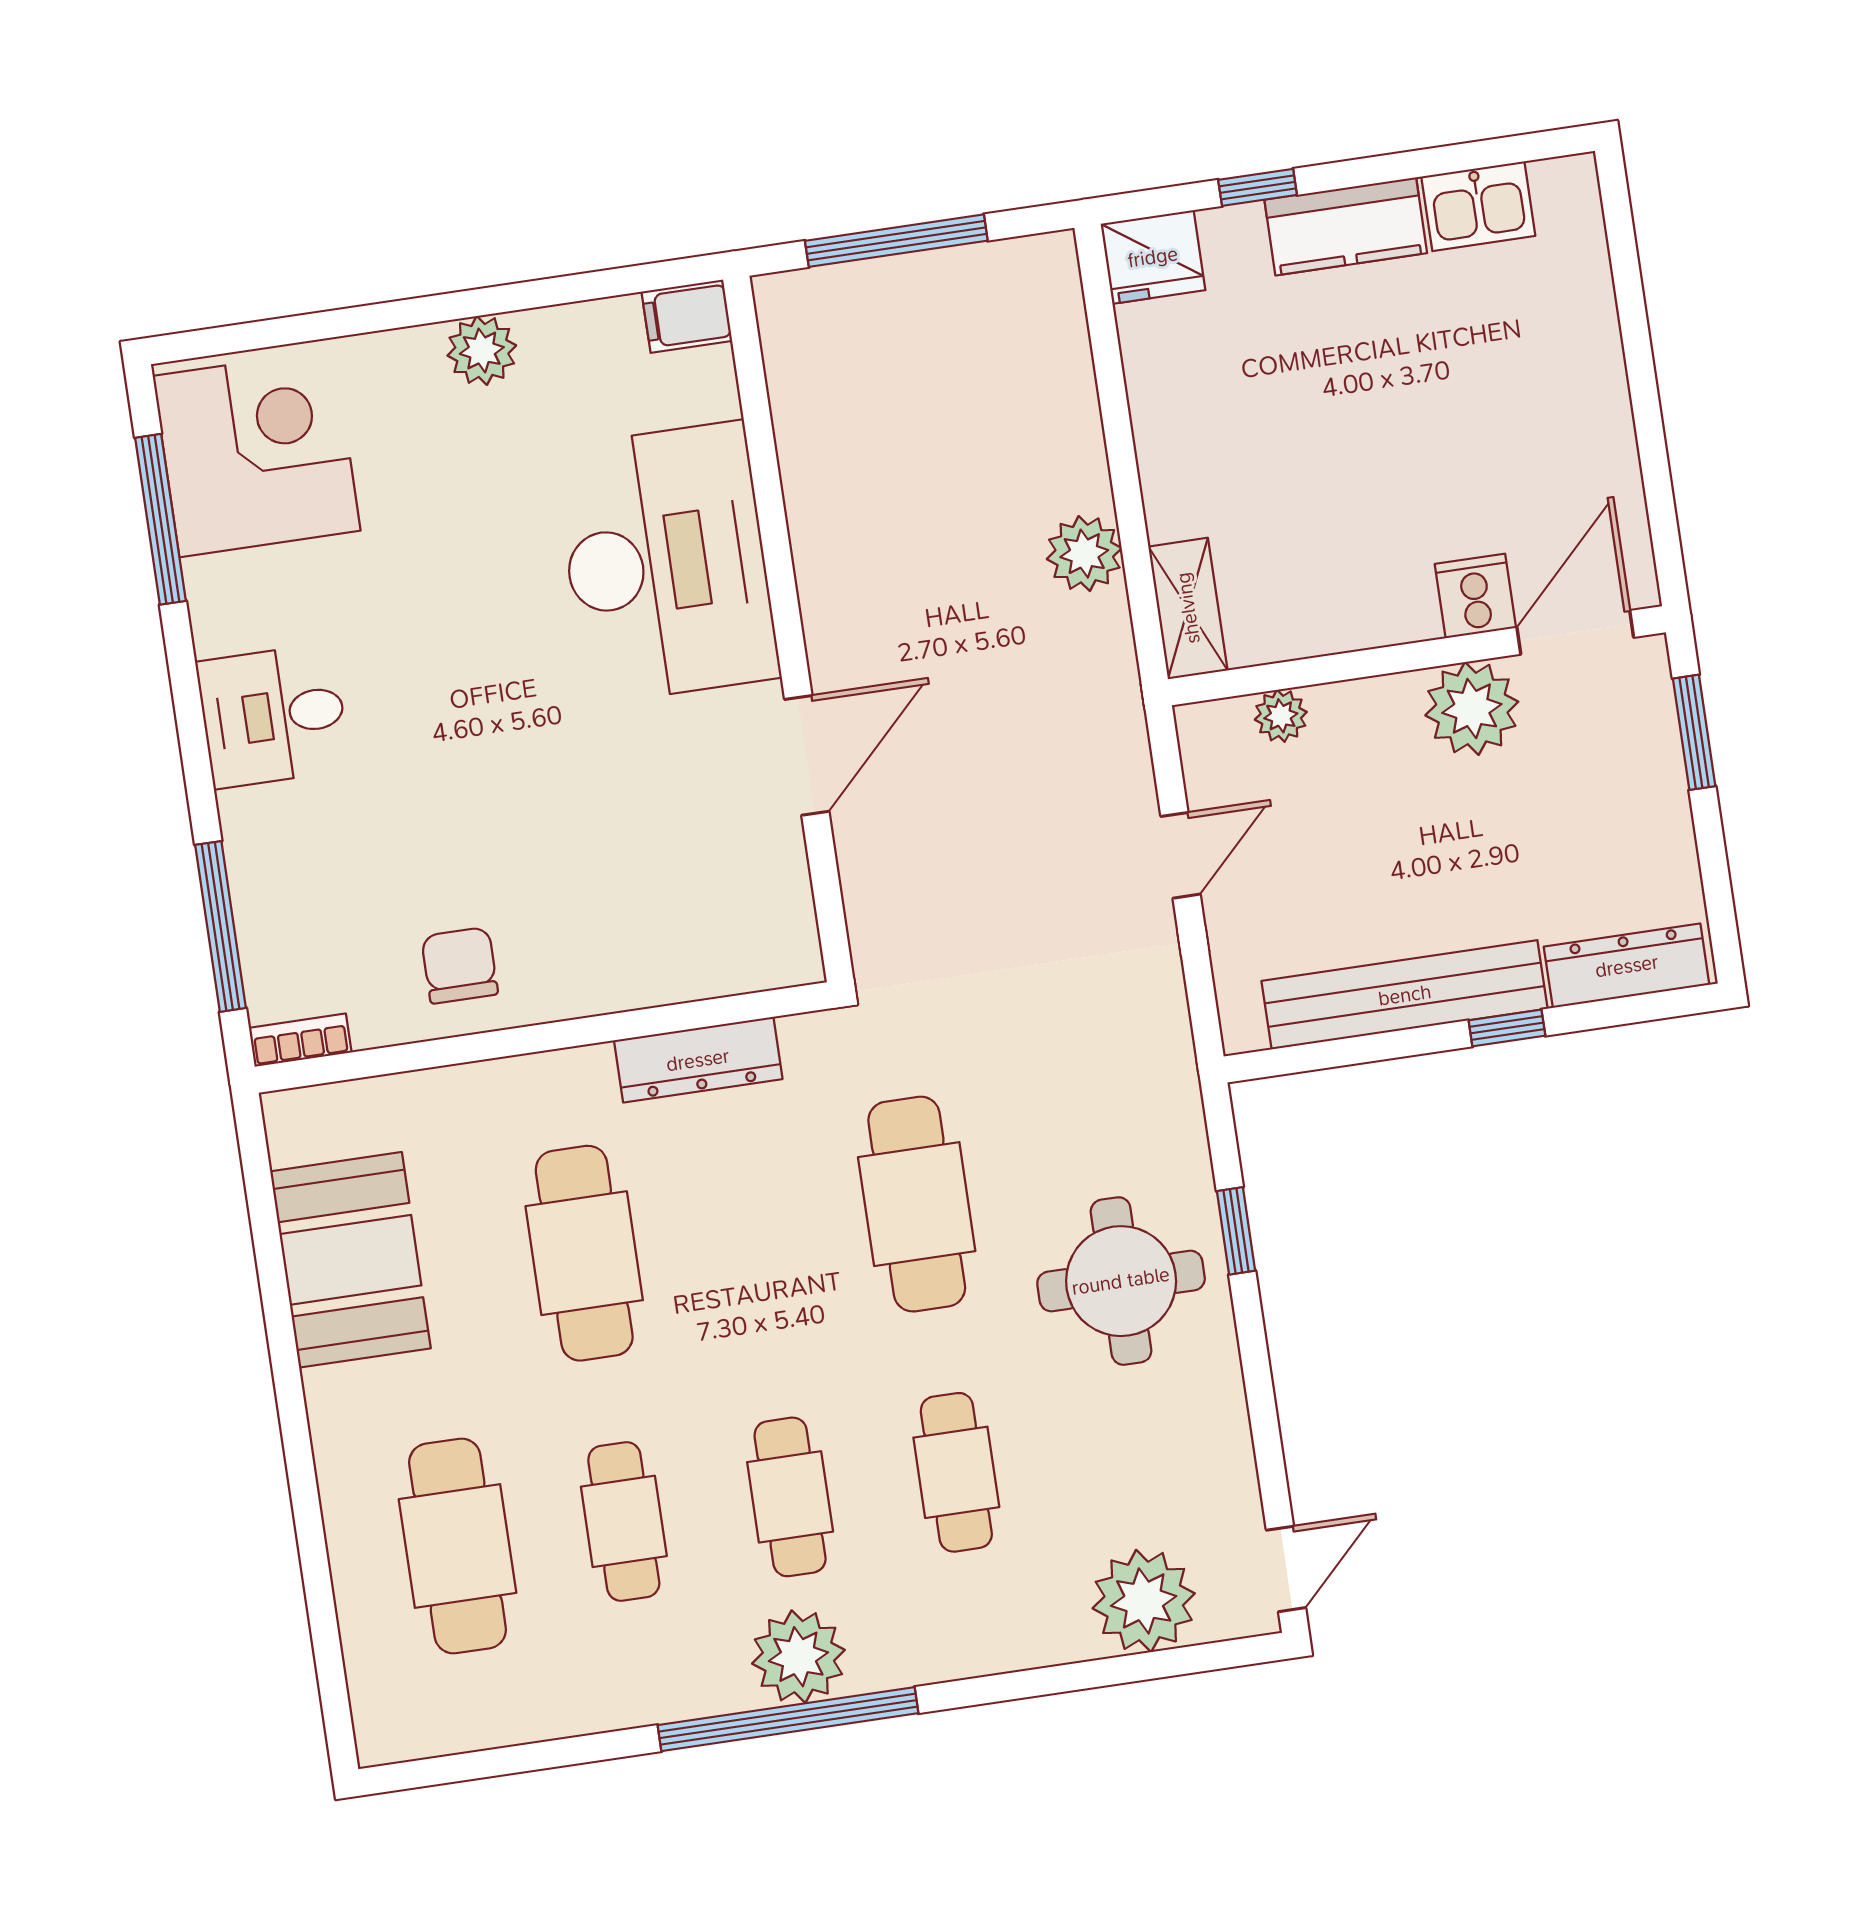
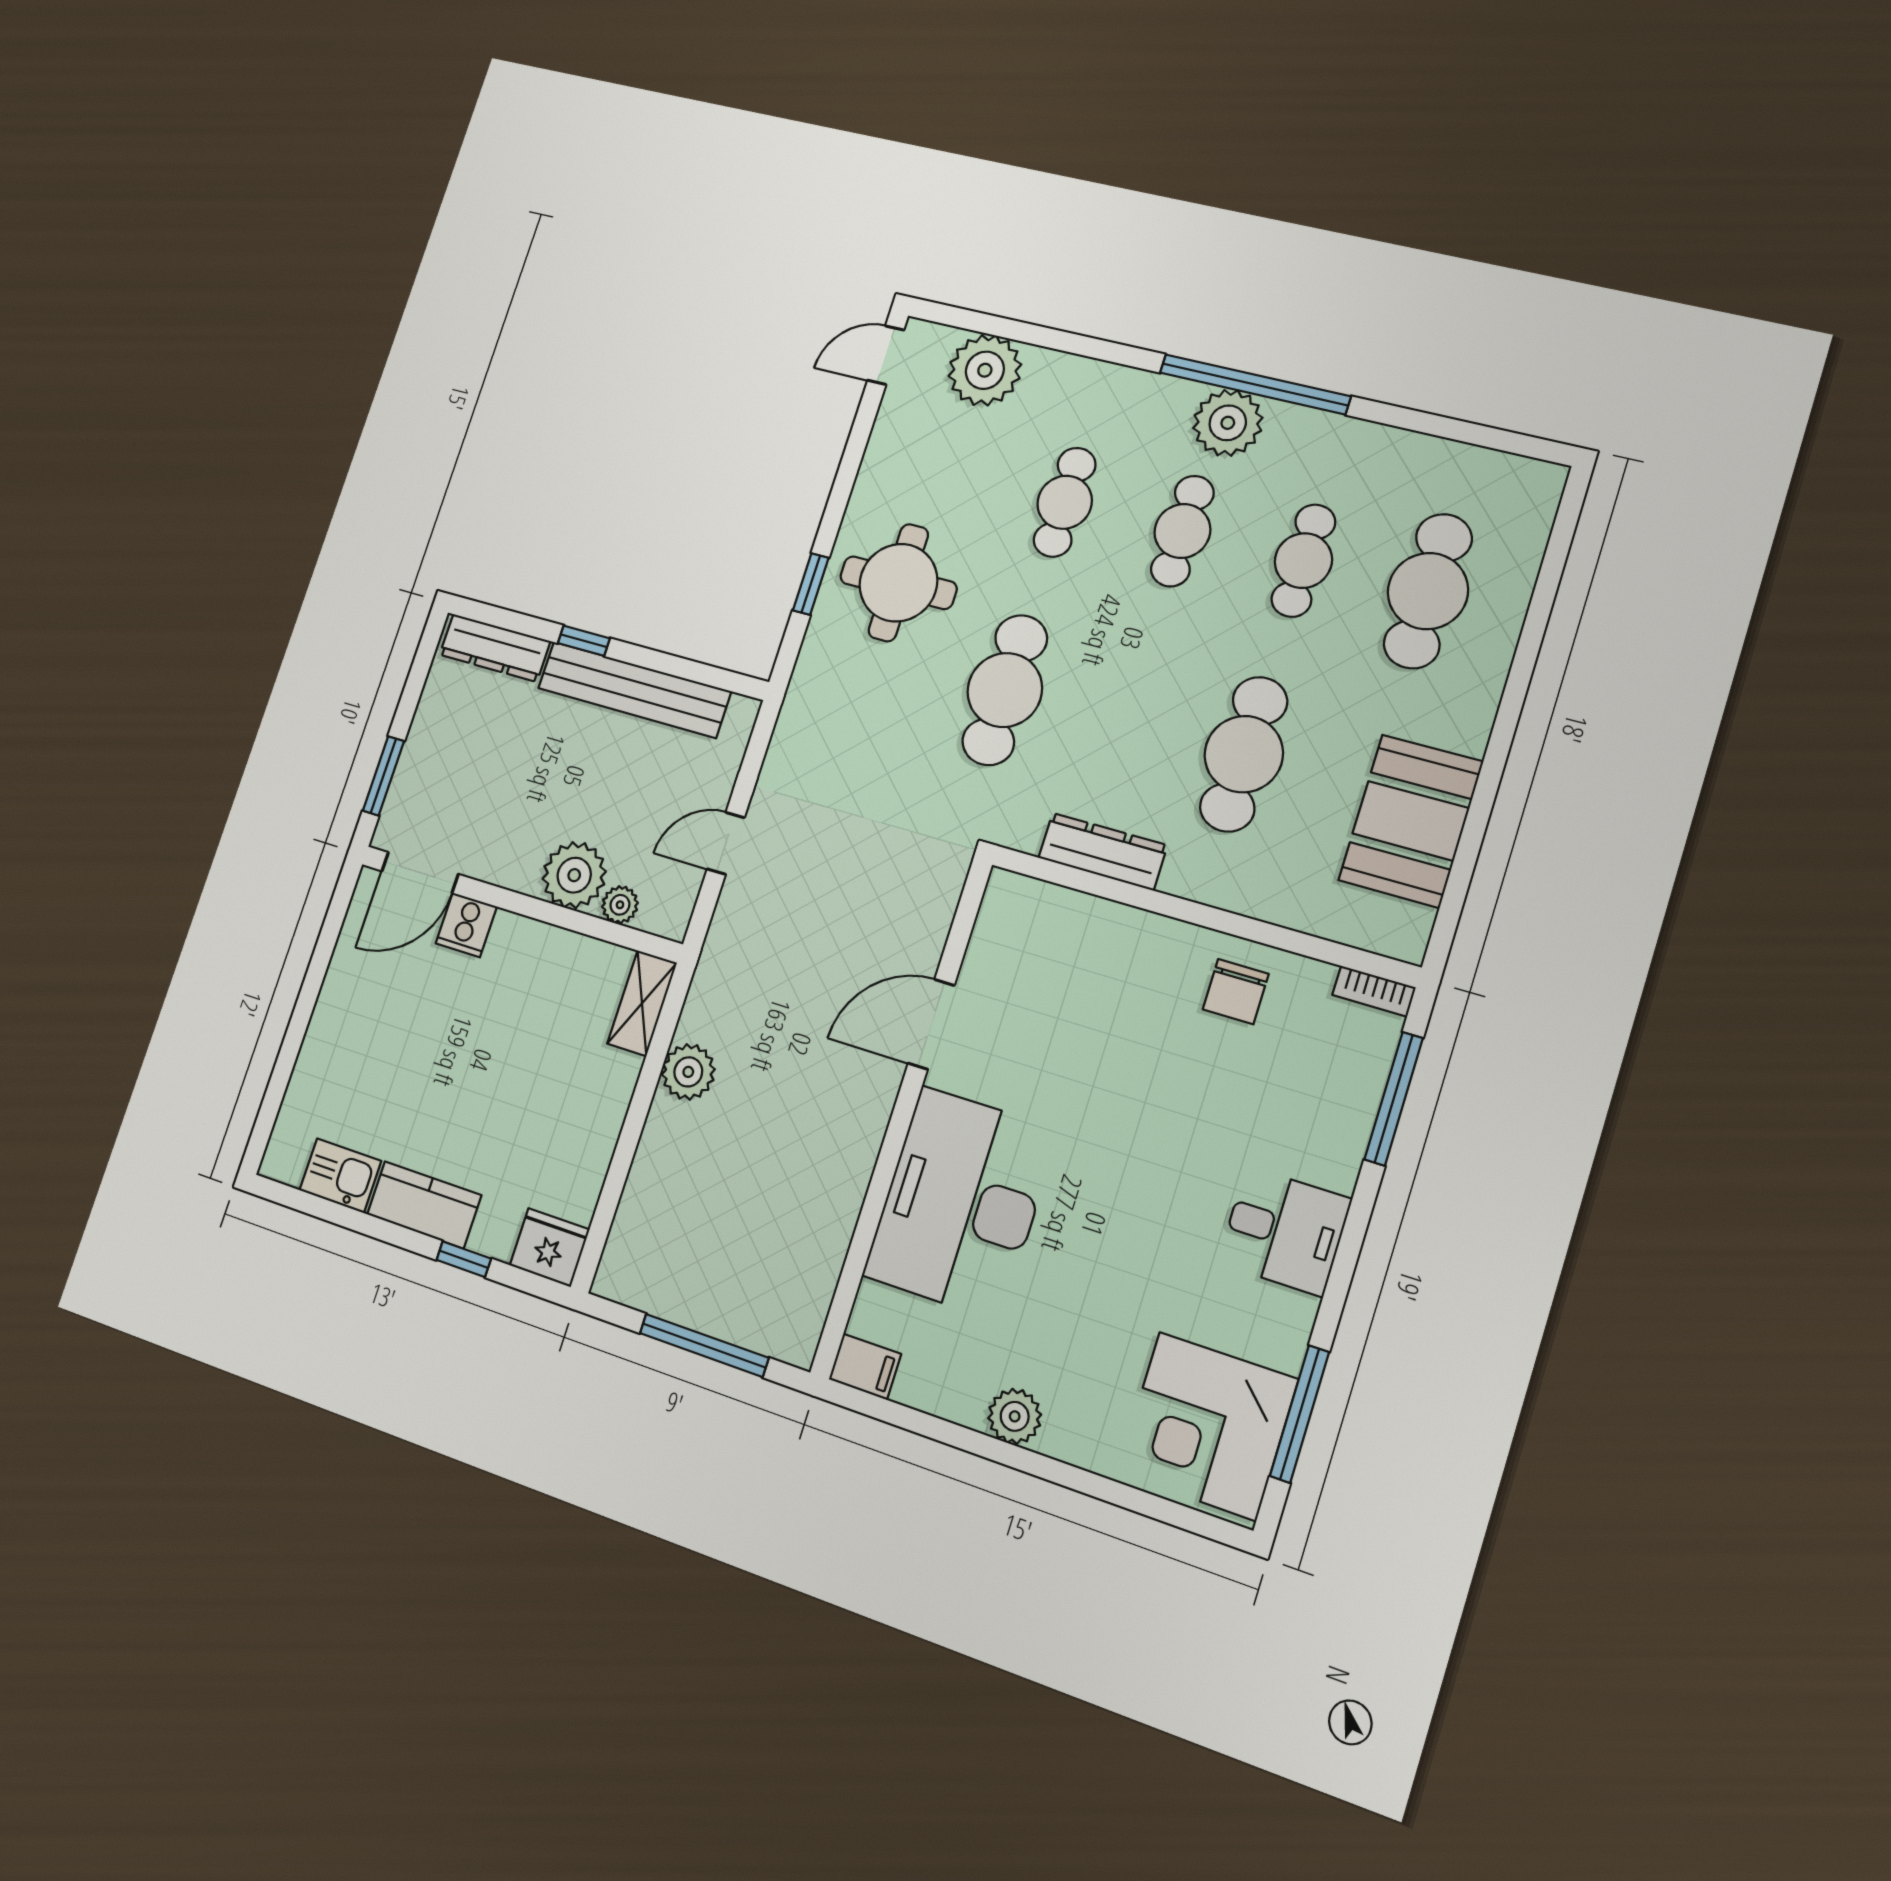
plant: (1472, 709) -> (574, 875), moved

